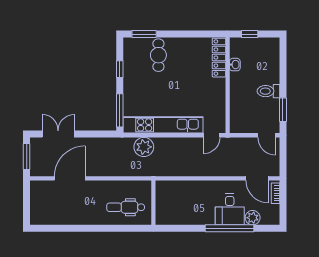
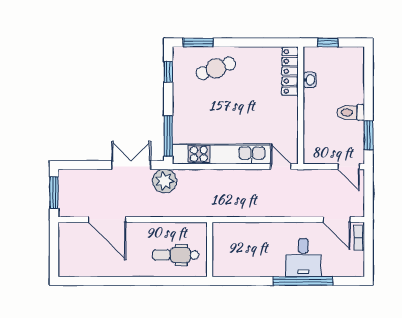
cafe table: (158, 55) -> (216, 68), turned 70
window: (120, 69) -> (168, 72), moved
double door: (58, 134) -> (131, 165), moved
door: (212, 135) -> (281, 167), swing flipped
plant: (144, 147) -> (165, 181), moved
door: (70, 178) -> (107, 220), swing flipped
plant: (253, 218) -> (331, 268), removed

